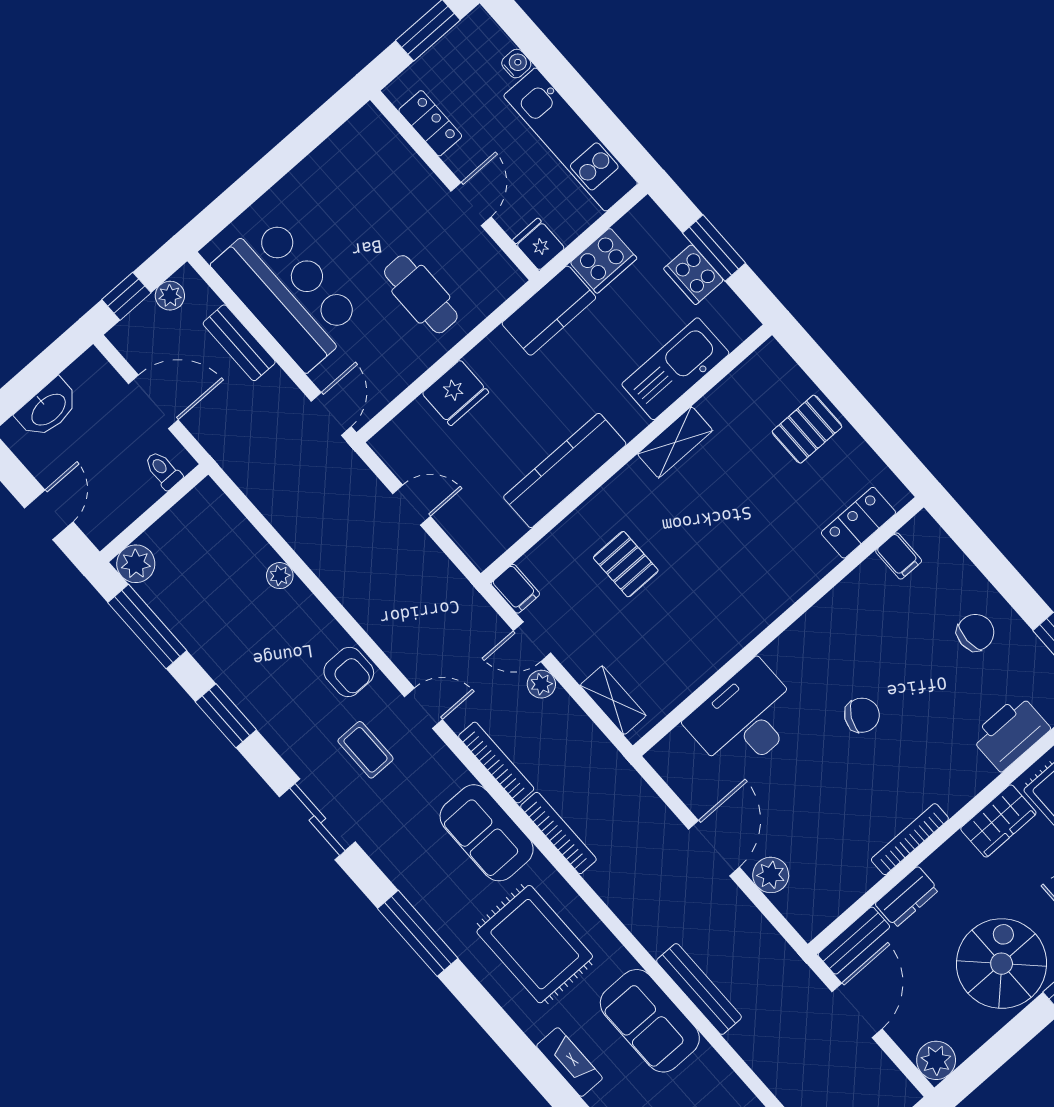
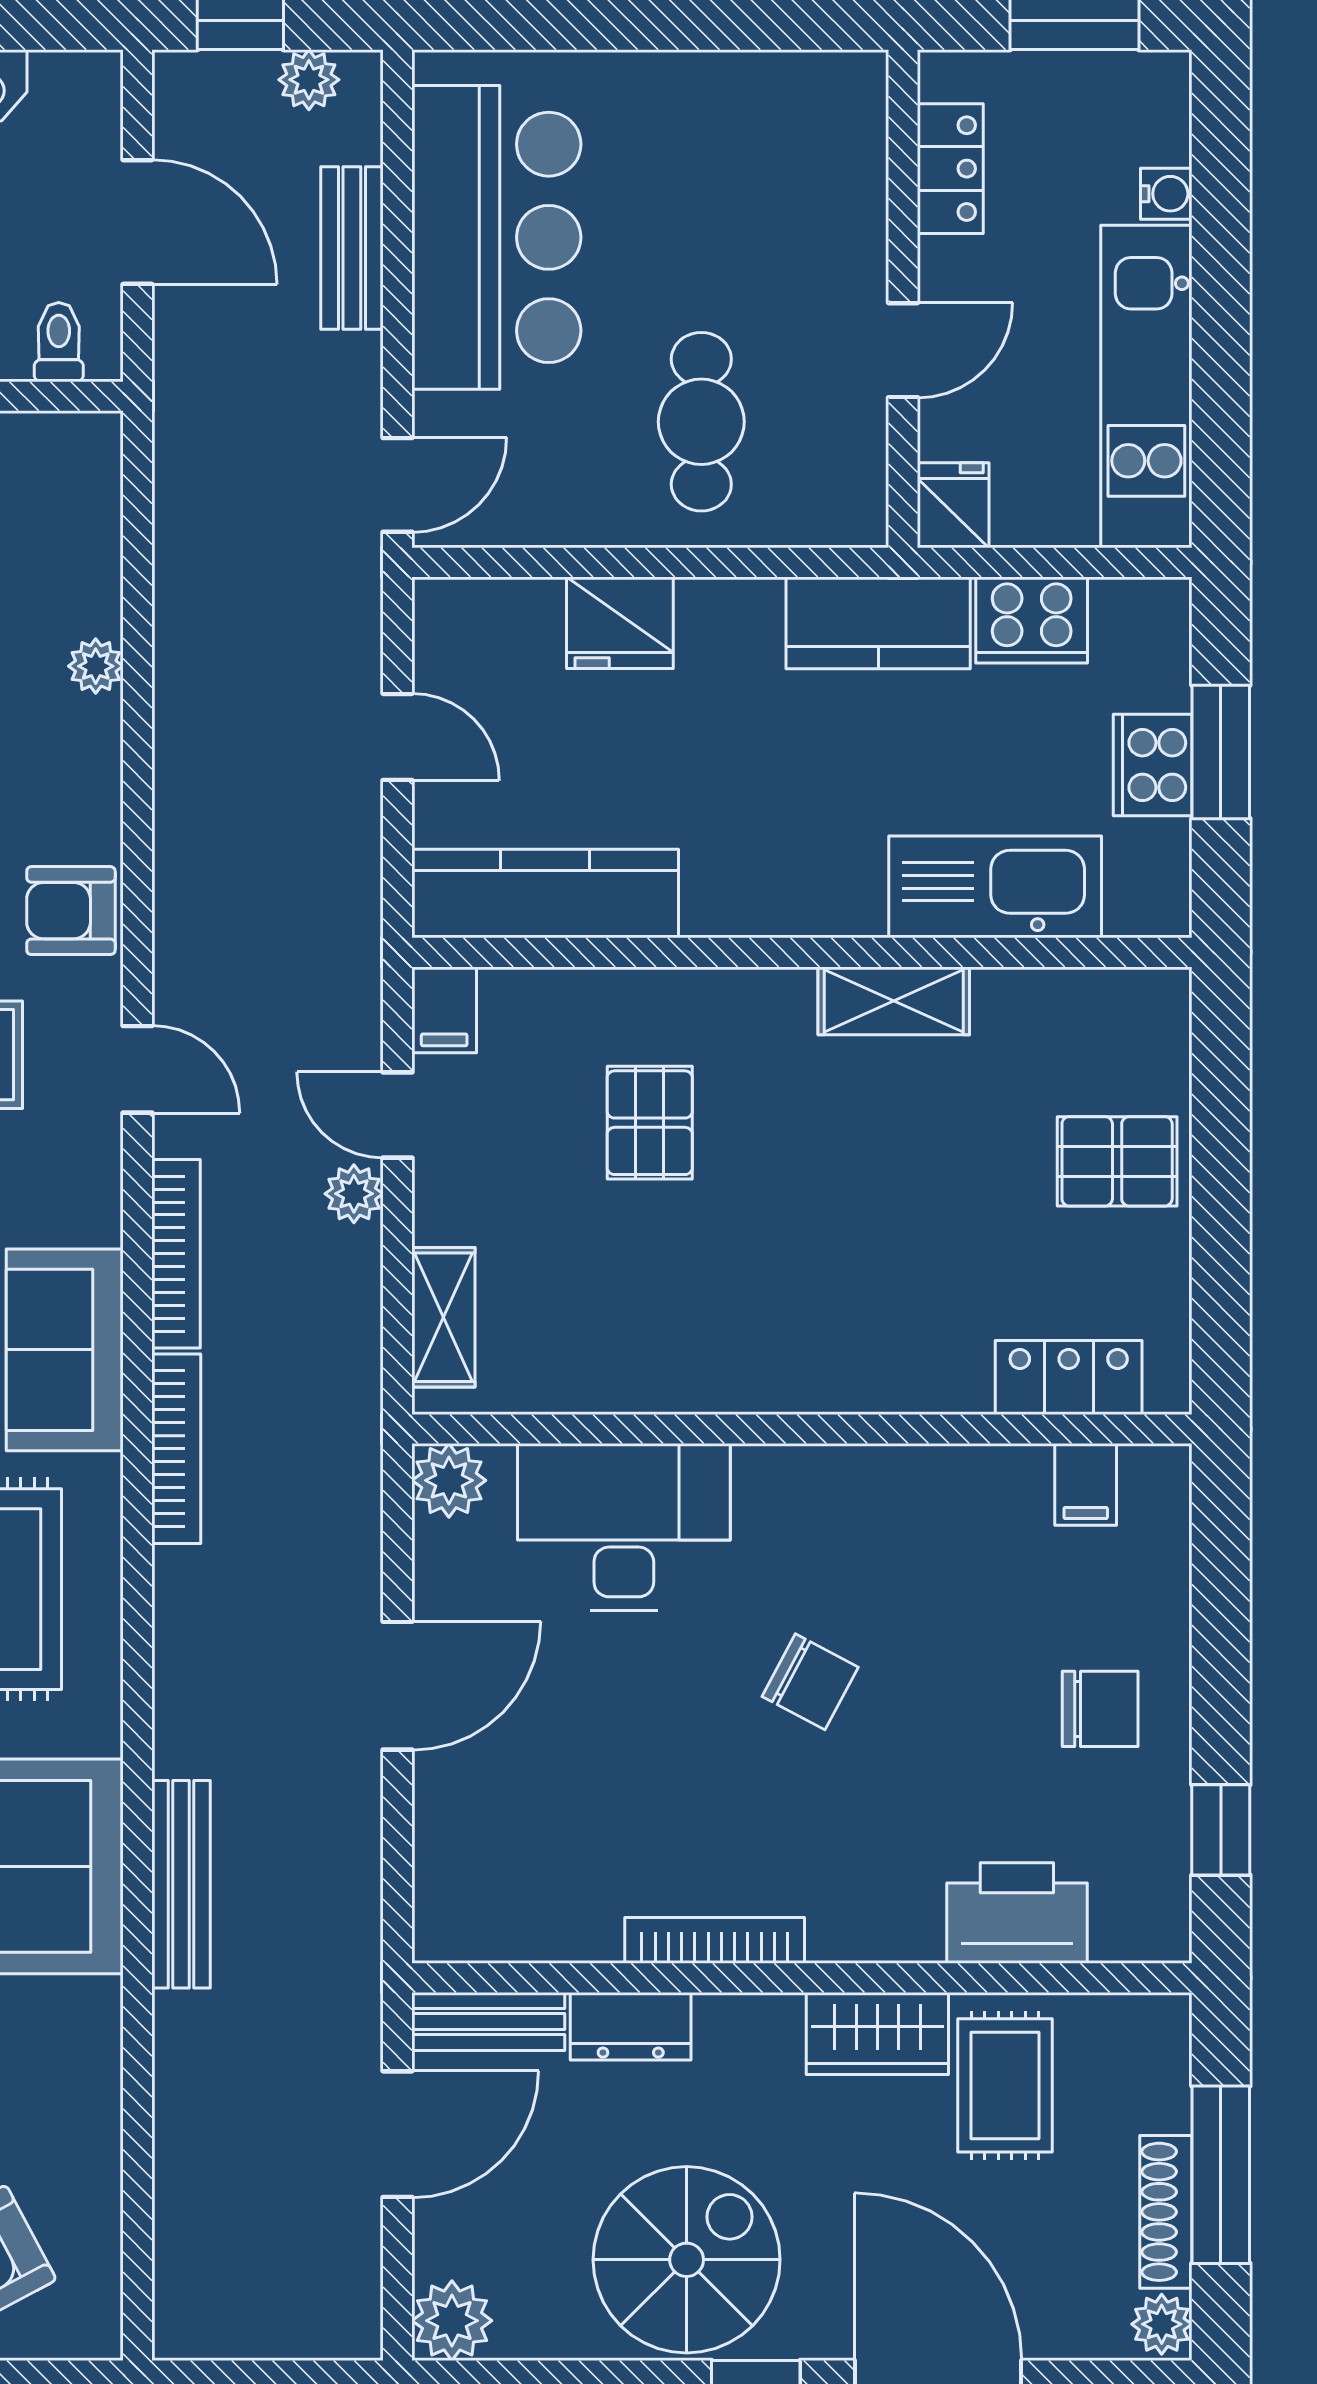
kitchen counter: (565, 471) -> (545, 893), moved
armchair: (349, 672) -> (71, 911), turned 90
plant: (771, 875) -> (449, 1480), moved

